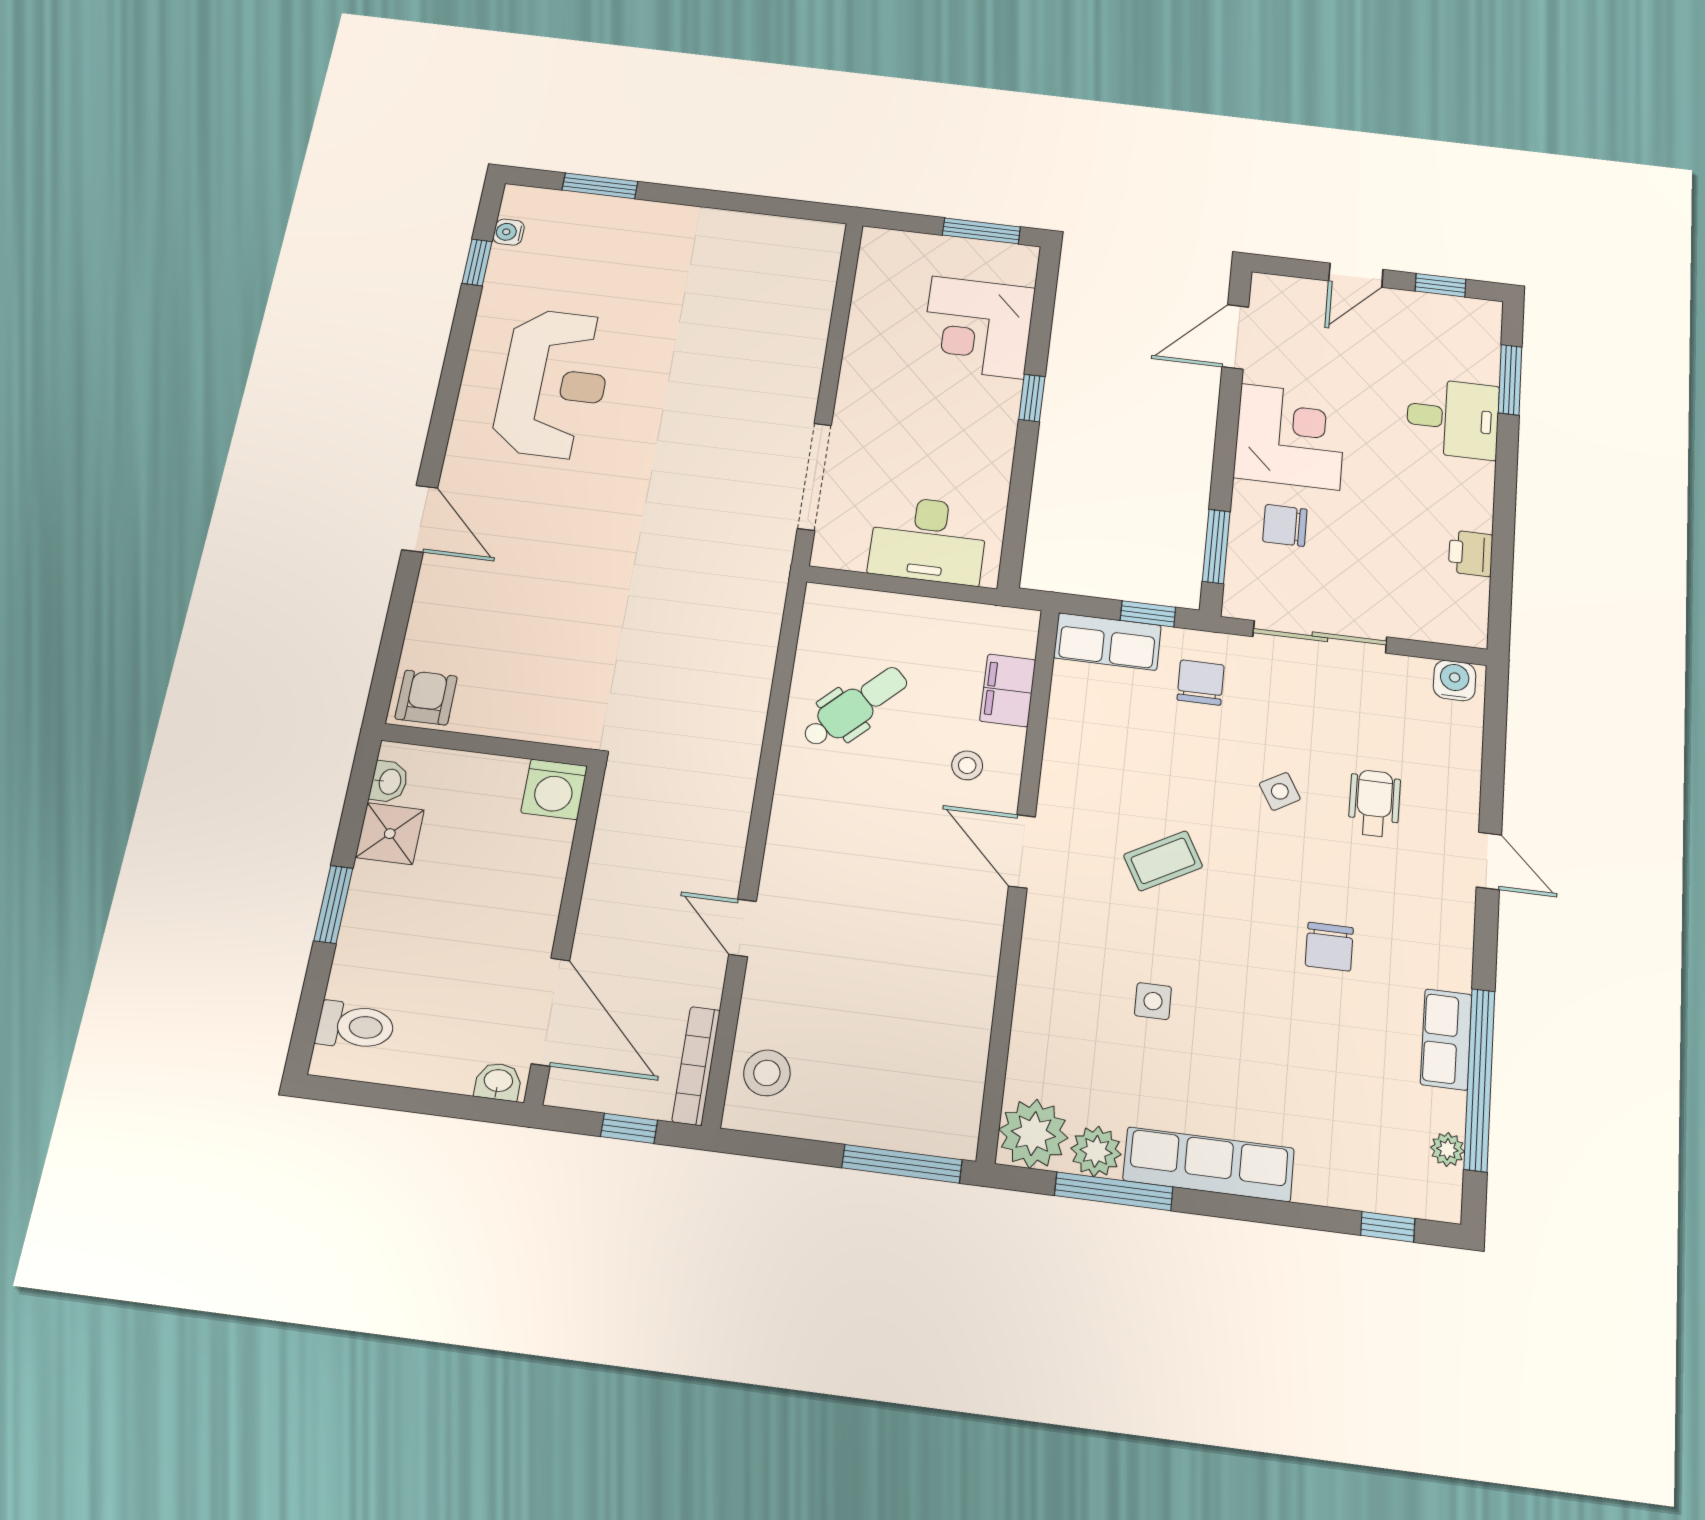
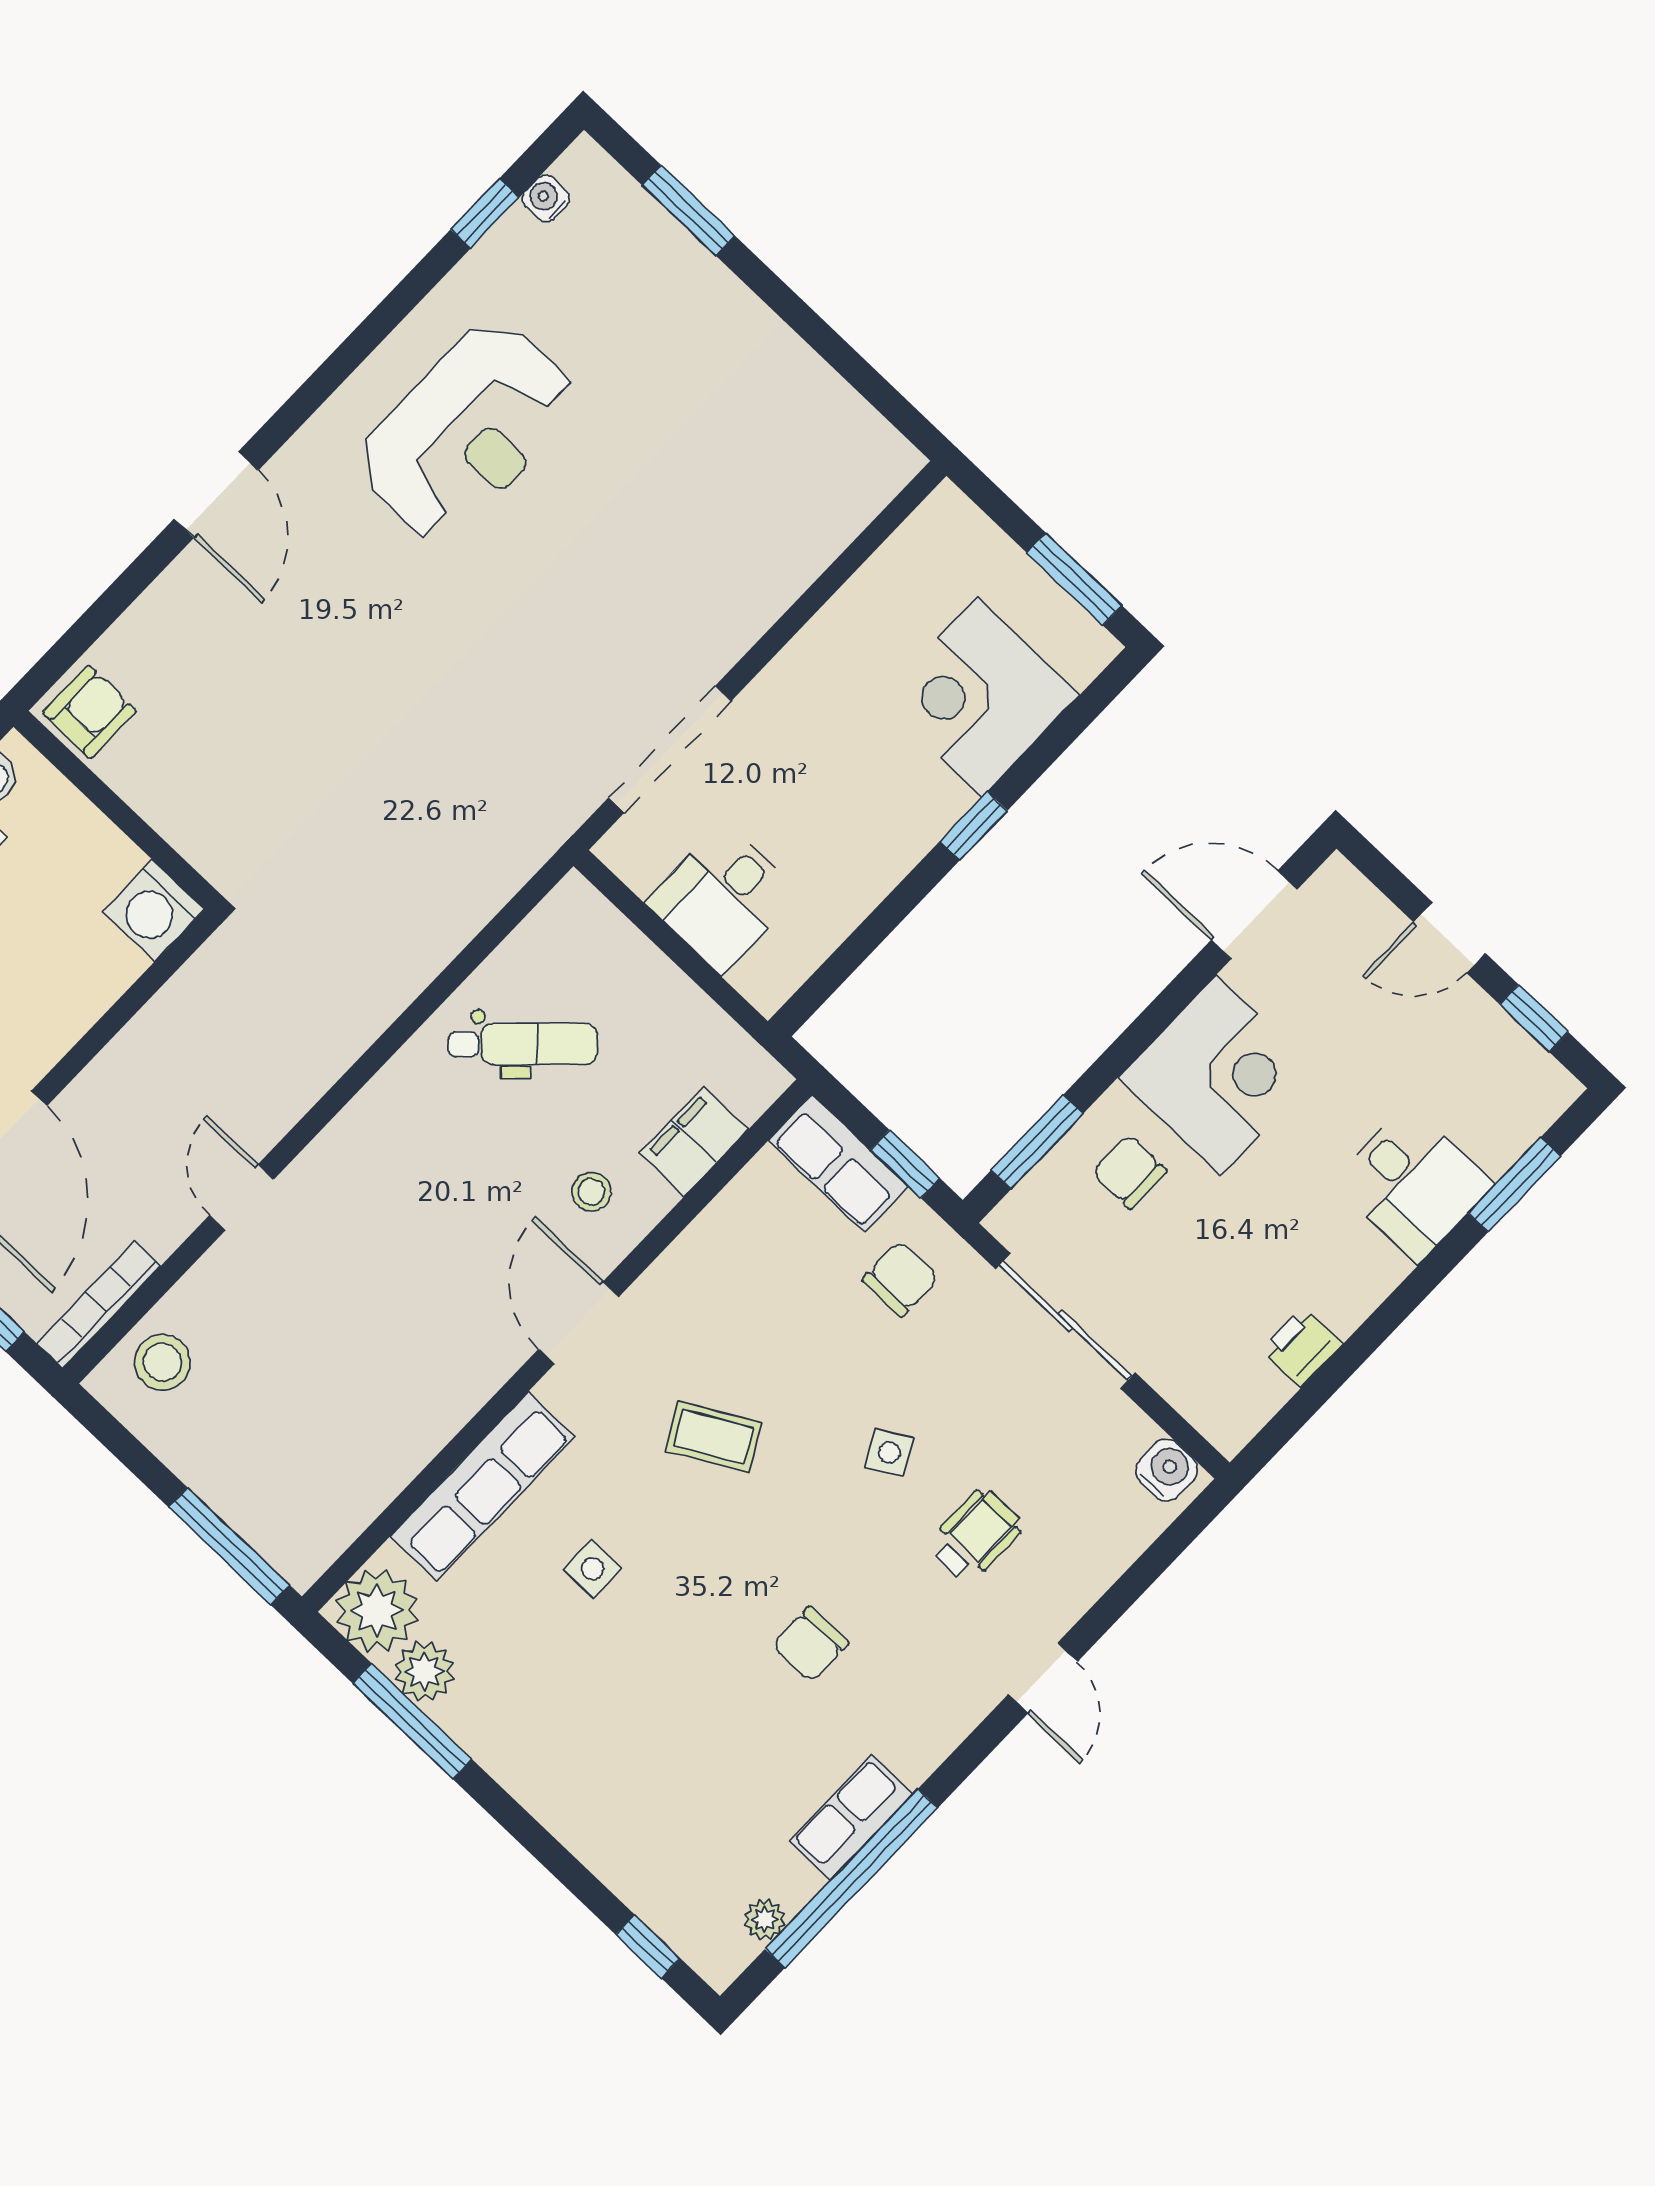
desk: (928, 540) -> (723, 898), width x0.73
row of seats: (1209, 1164) -> (483, 1486), moved, turned 90

